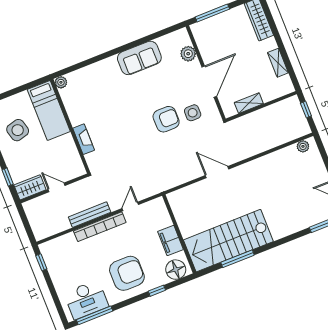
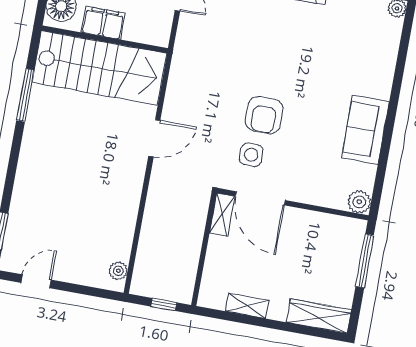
plant: (188, 54) -> (359, 202), moved
door: (209, 82) -> (260, 198), moved
shelving: (249, 103) -> (222, 215), moved
stairs: (228, 241) -> (99, 68), moved, turned 90

